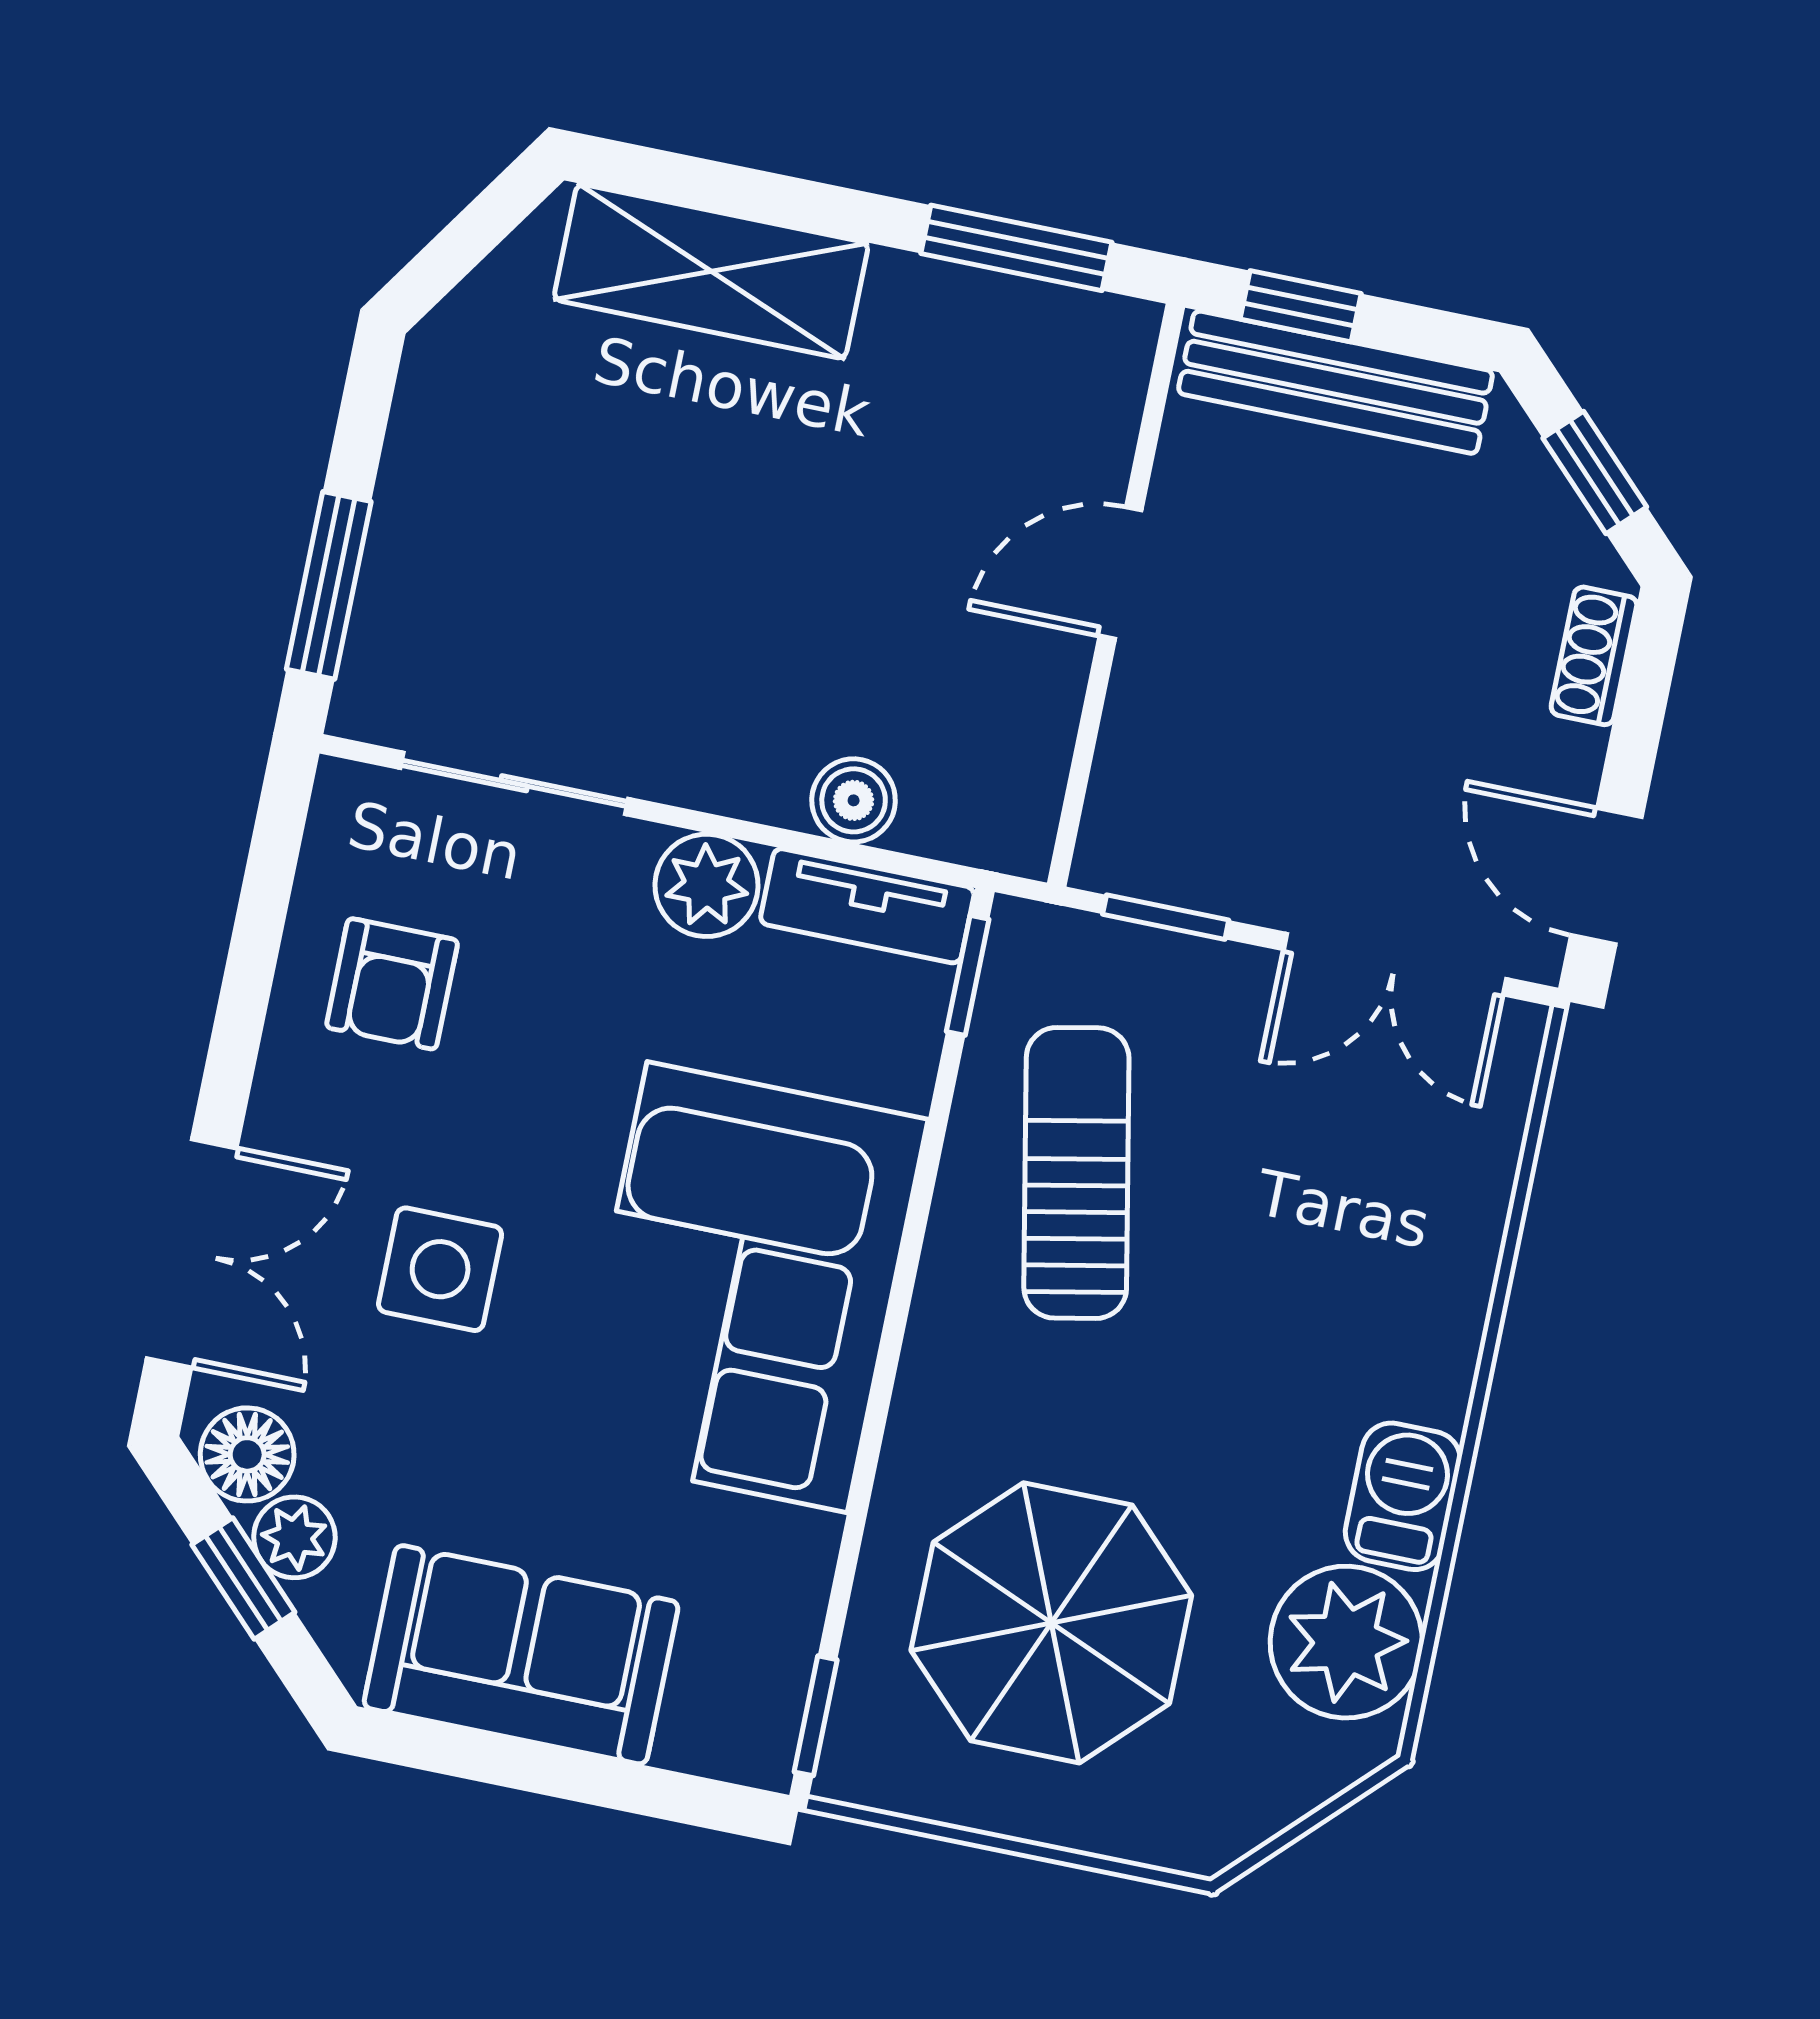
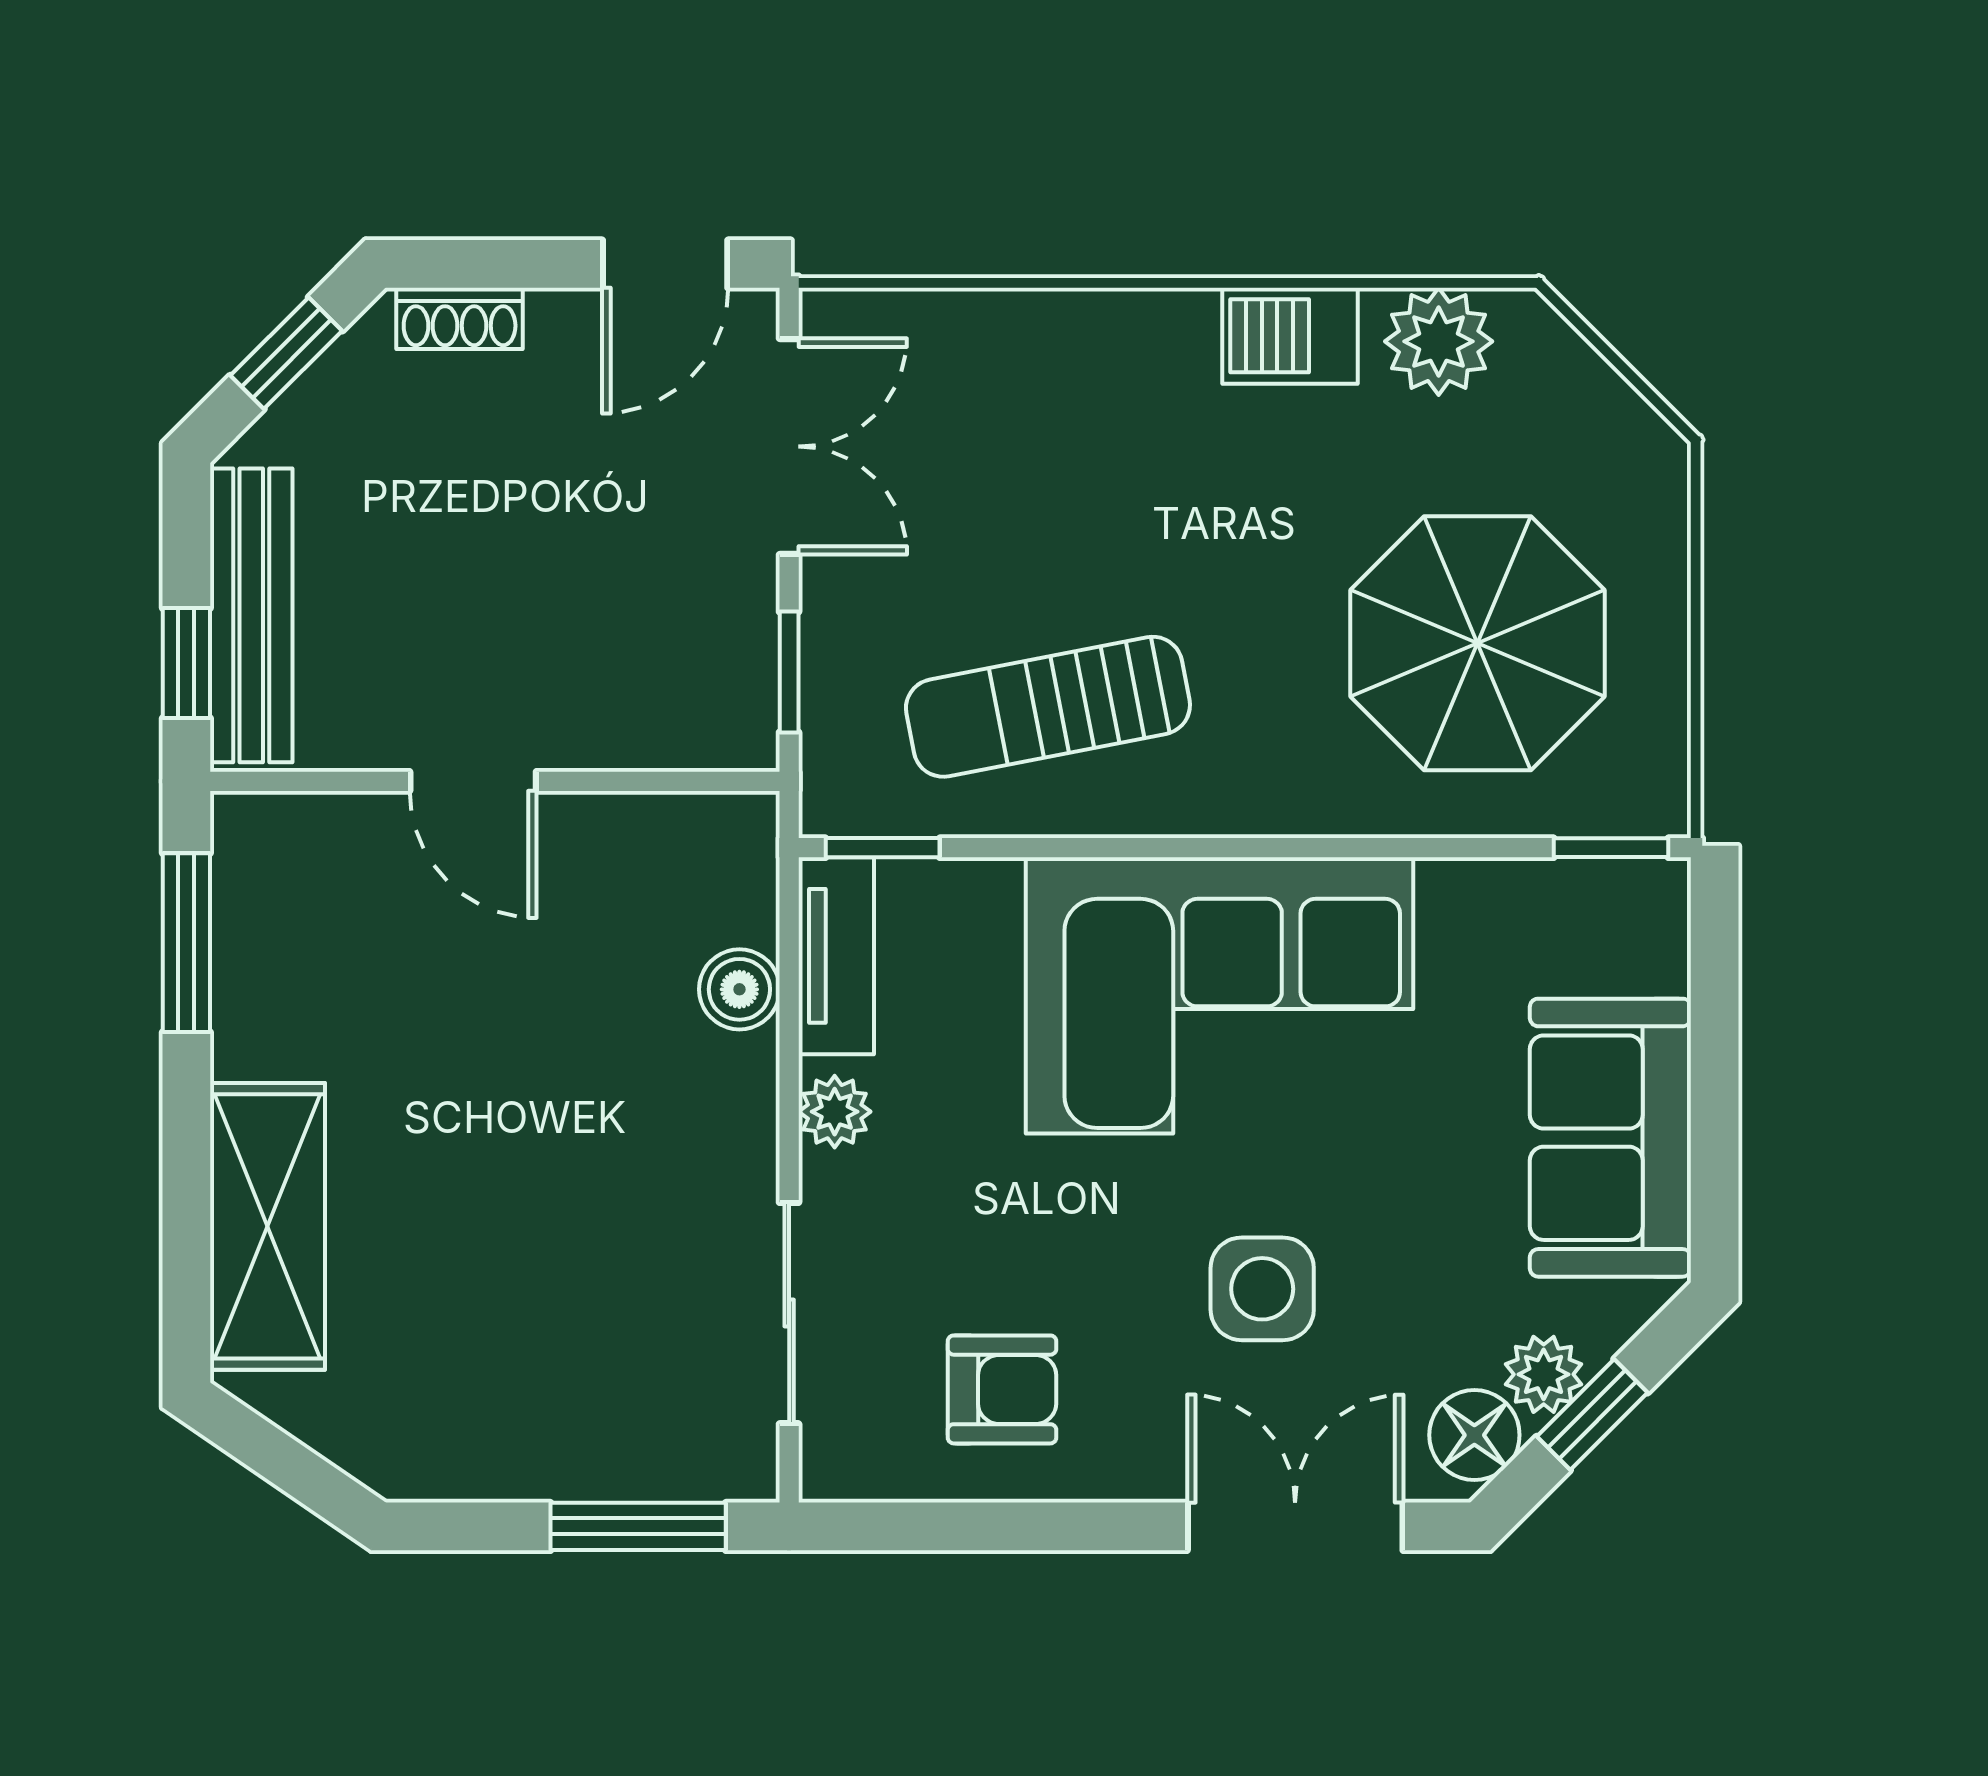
plant: (707, 885) -> (835, 1112), width x0.73, depth x0.73
plant: (1346, 1642) -> (1439, 341), width x0.73, depth x0.73

